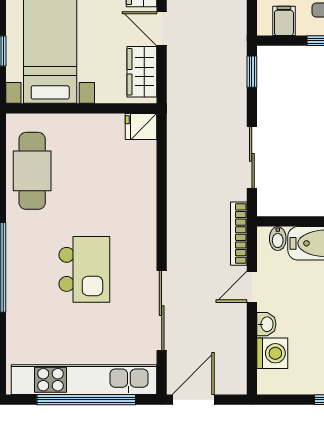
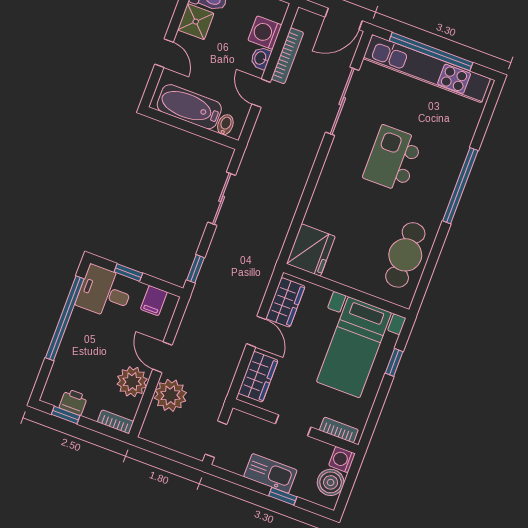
fridge: (141, 127) -> (311, 250), width x1.88, depth x1.34
bookcase: (239, 234) -> (287, 56), moved
door: (252, 287) -> (261, 93), swing flipped

